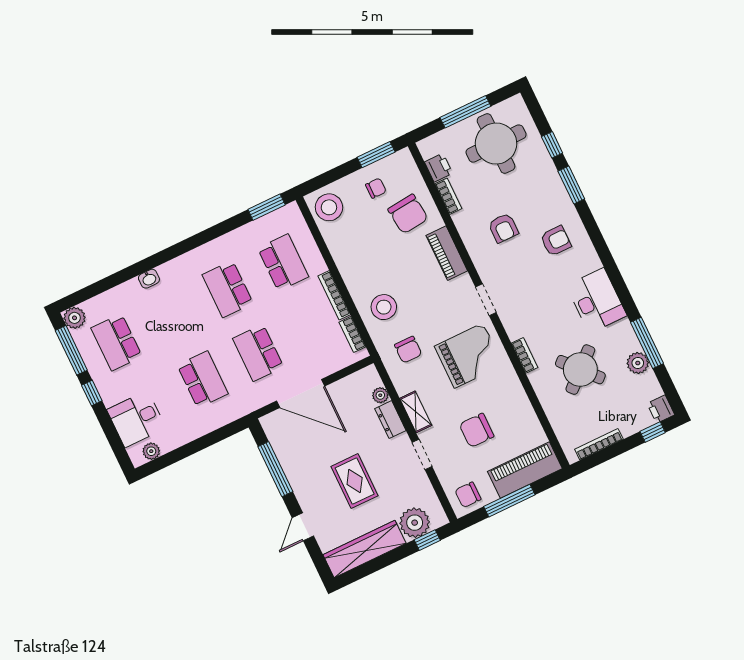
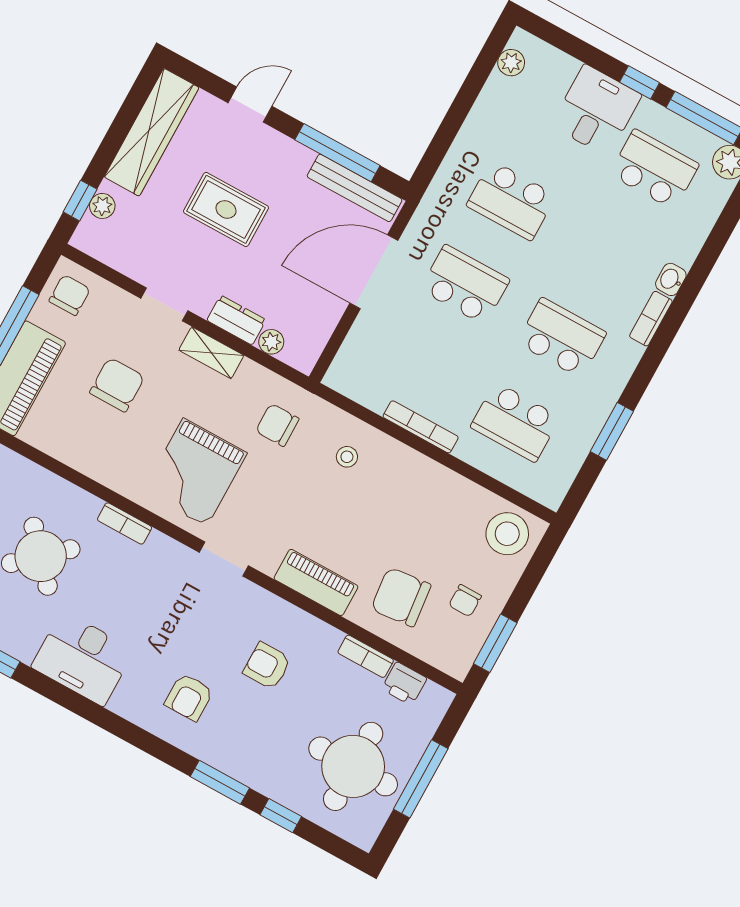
window: (267, 207) -> (612, 431), moved
stool: (384, 307) -> (347, 457), width x0.53, depth x0.53
bookcase: (352, 334) -> (651, 319), moved, turned -90
desk: (136, 419) -> (596, 110), moved
bench: (280, 444) -> (355, 188), added
plant: (415, 523) -> (102, 206), width x0.53, depth x0.53
door: (303, 527) -> (250, 104), hinge flipped

